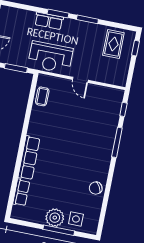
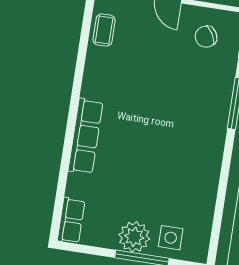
chair: (96, 188) -> (206, 37), moved
row of seats: (21, 193) -> (71, 220), moved

